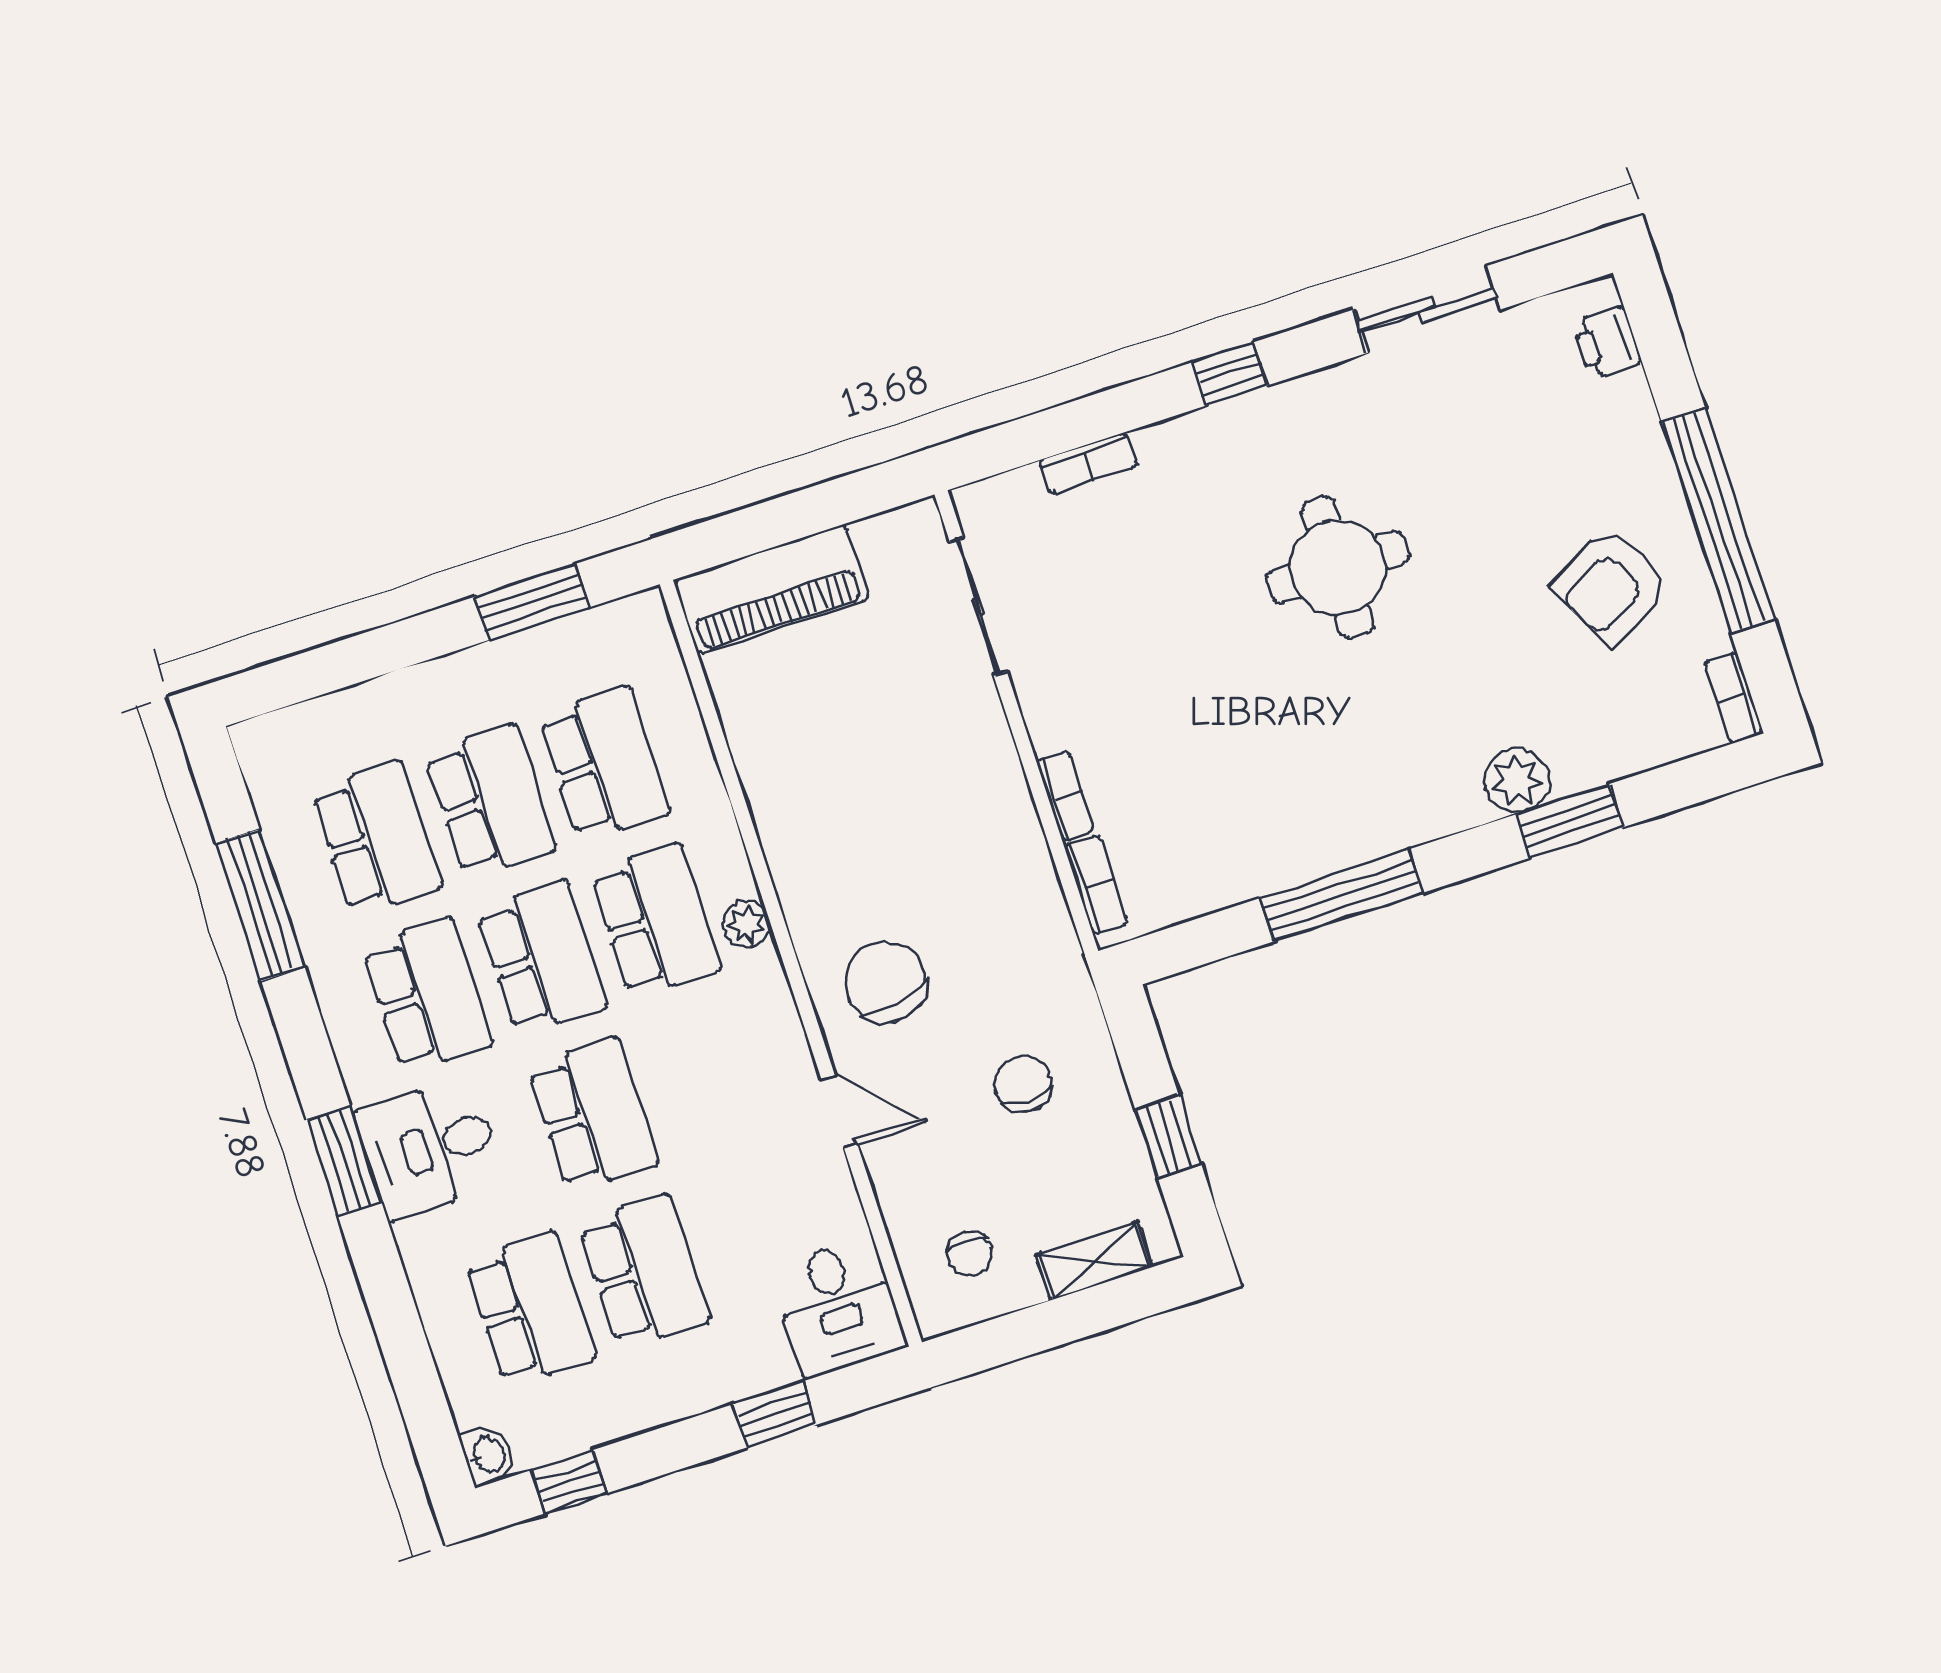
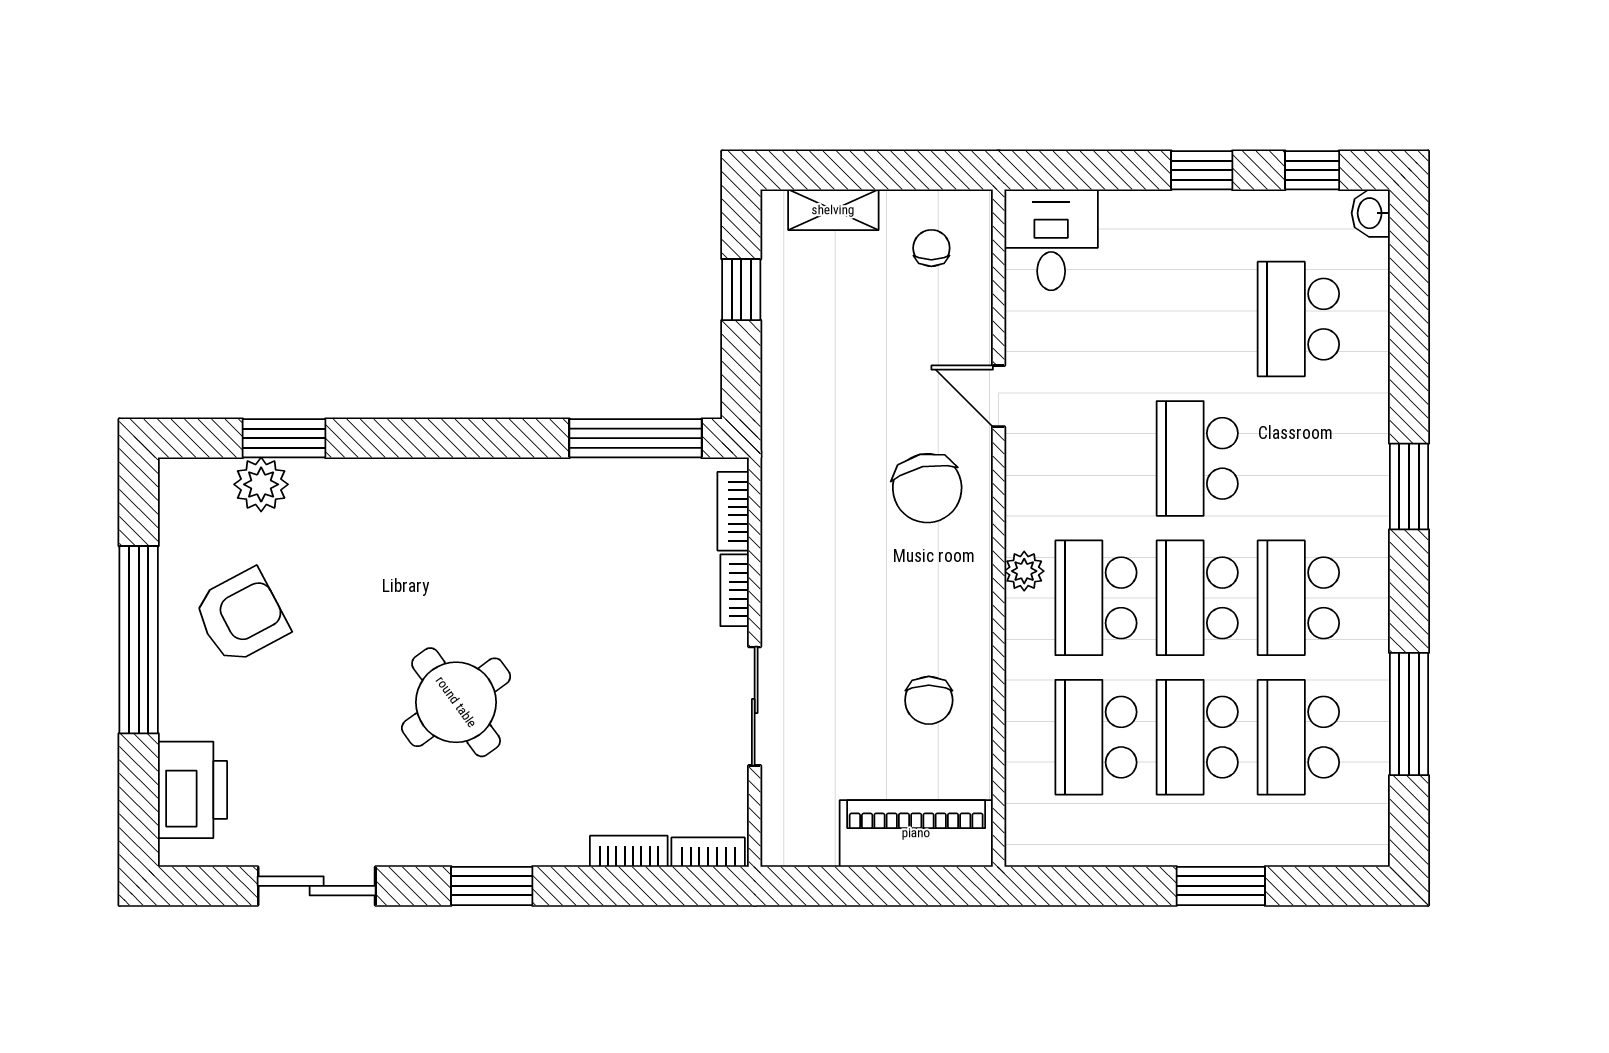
printer: (1607, 342) -> (192, 790), width x1.87, depth x1.48
window: (1230, 374) -> (492, 886), width x1.50
round table: (1338, 568) -> (456, 702), turned -36
window: (532, 602) -> (1221, 886), moved
sliding door: (978, 607) -> (755, 706), moved
bookcase: (1734, 698) -> (708, 852), moved, turned -90
plant: (1517, 780) -> (261, 484), moved
window: (1570, 821) -> (284, 438), moved
window: (1341, 896) -> (636, 438), moved
chair: (1023, 1084) -> (929, 700), moved
desk: (430, 1148) -> (1337, 475), removed
school desk: (644, 1272) -> (1197, 319), removed
window: (775, 1414) -> (1202, 170), moved

